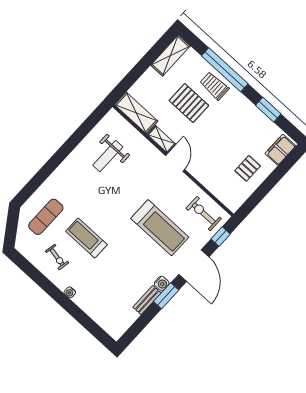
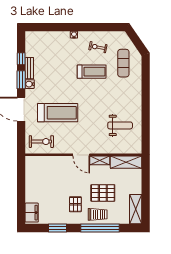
weight bench: (108, 156) -> (120, 125), turned 90
pallet: (248, 168) -> (75, 204), moved
treadmill: (160, 228) -> (58, 113), turned 180
window: (221, 236) -> (21, 59), moved

